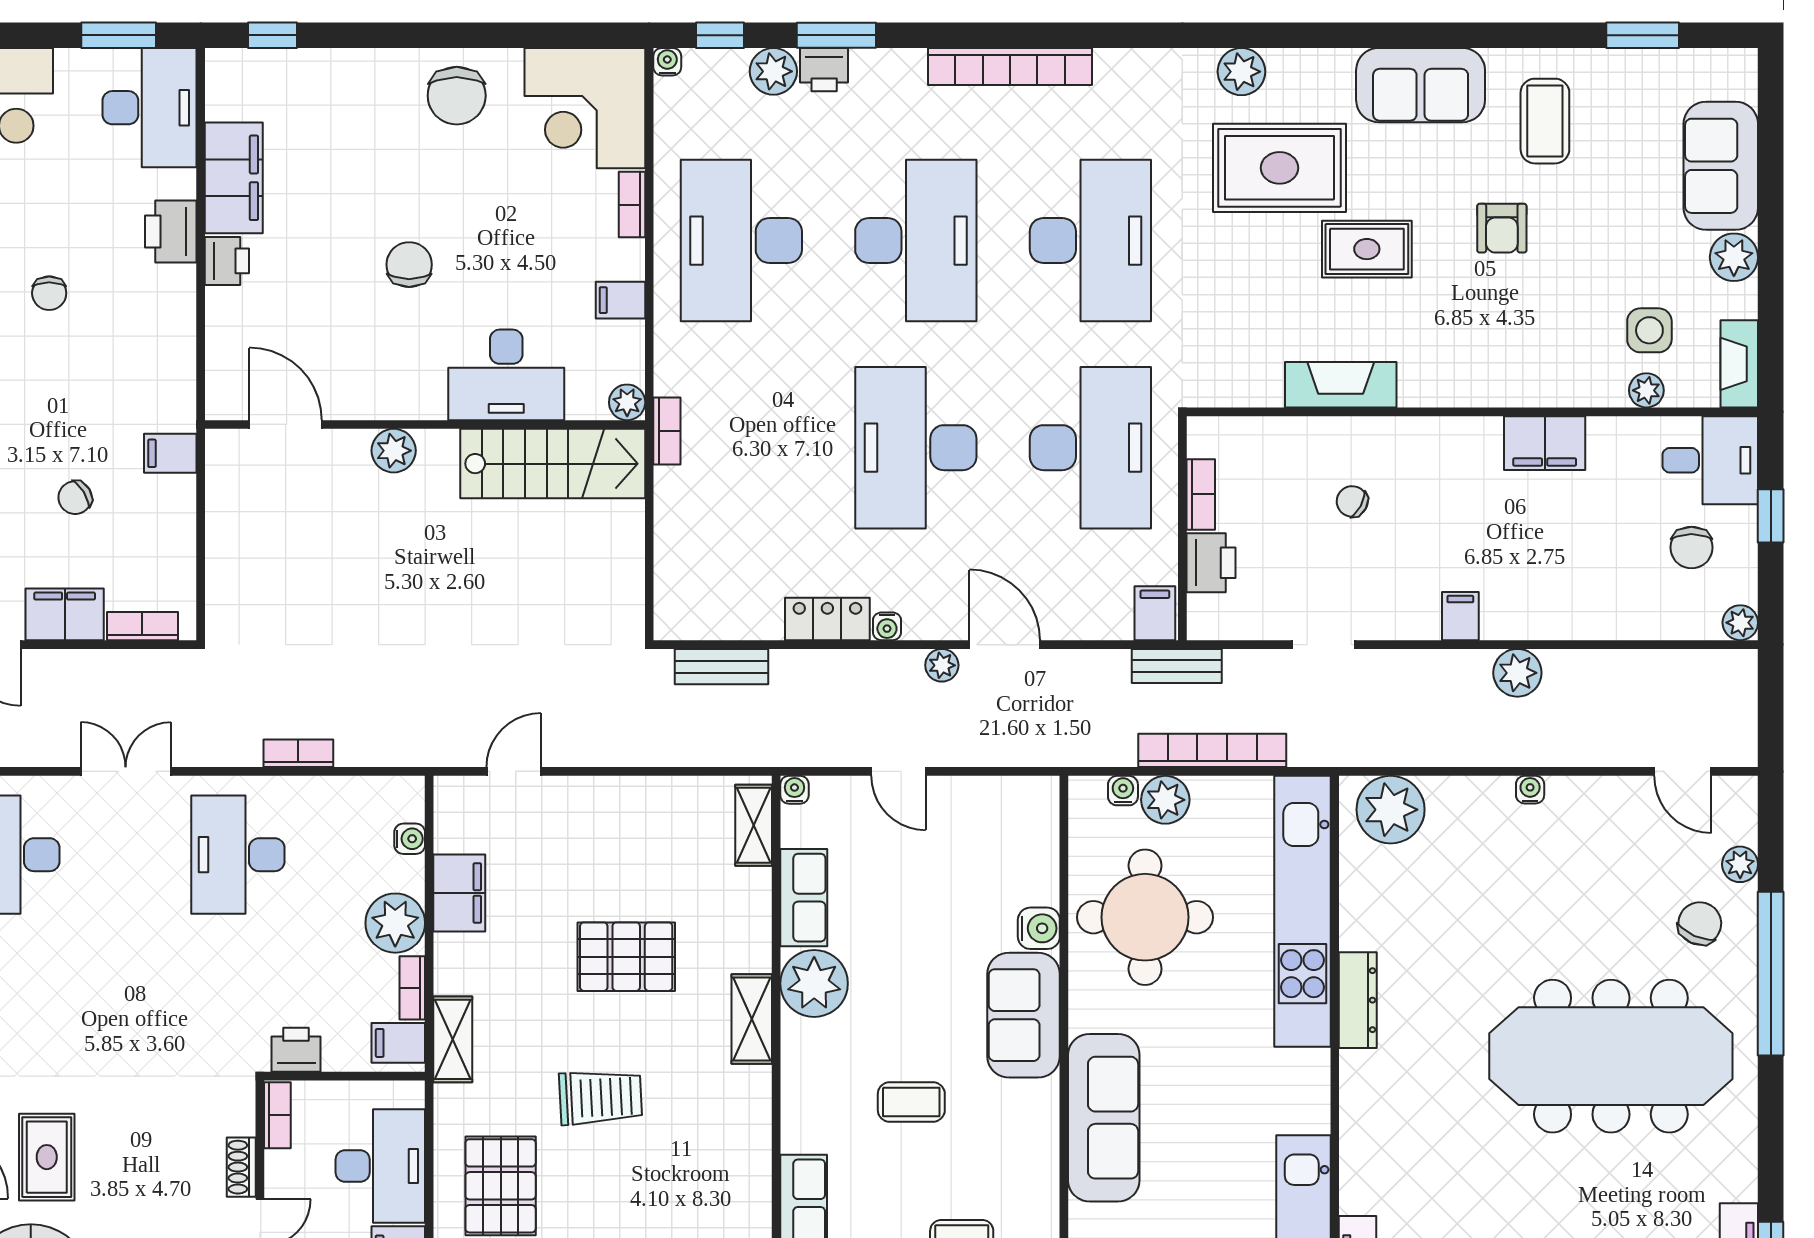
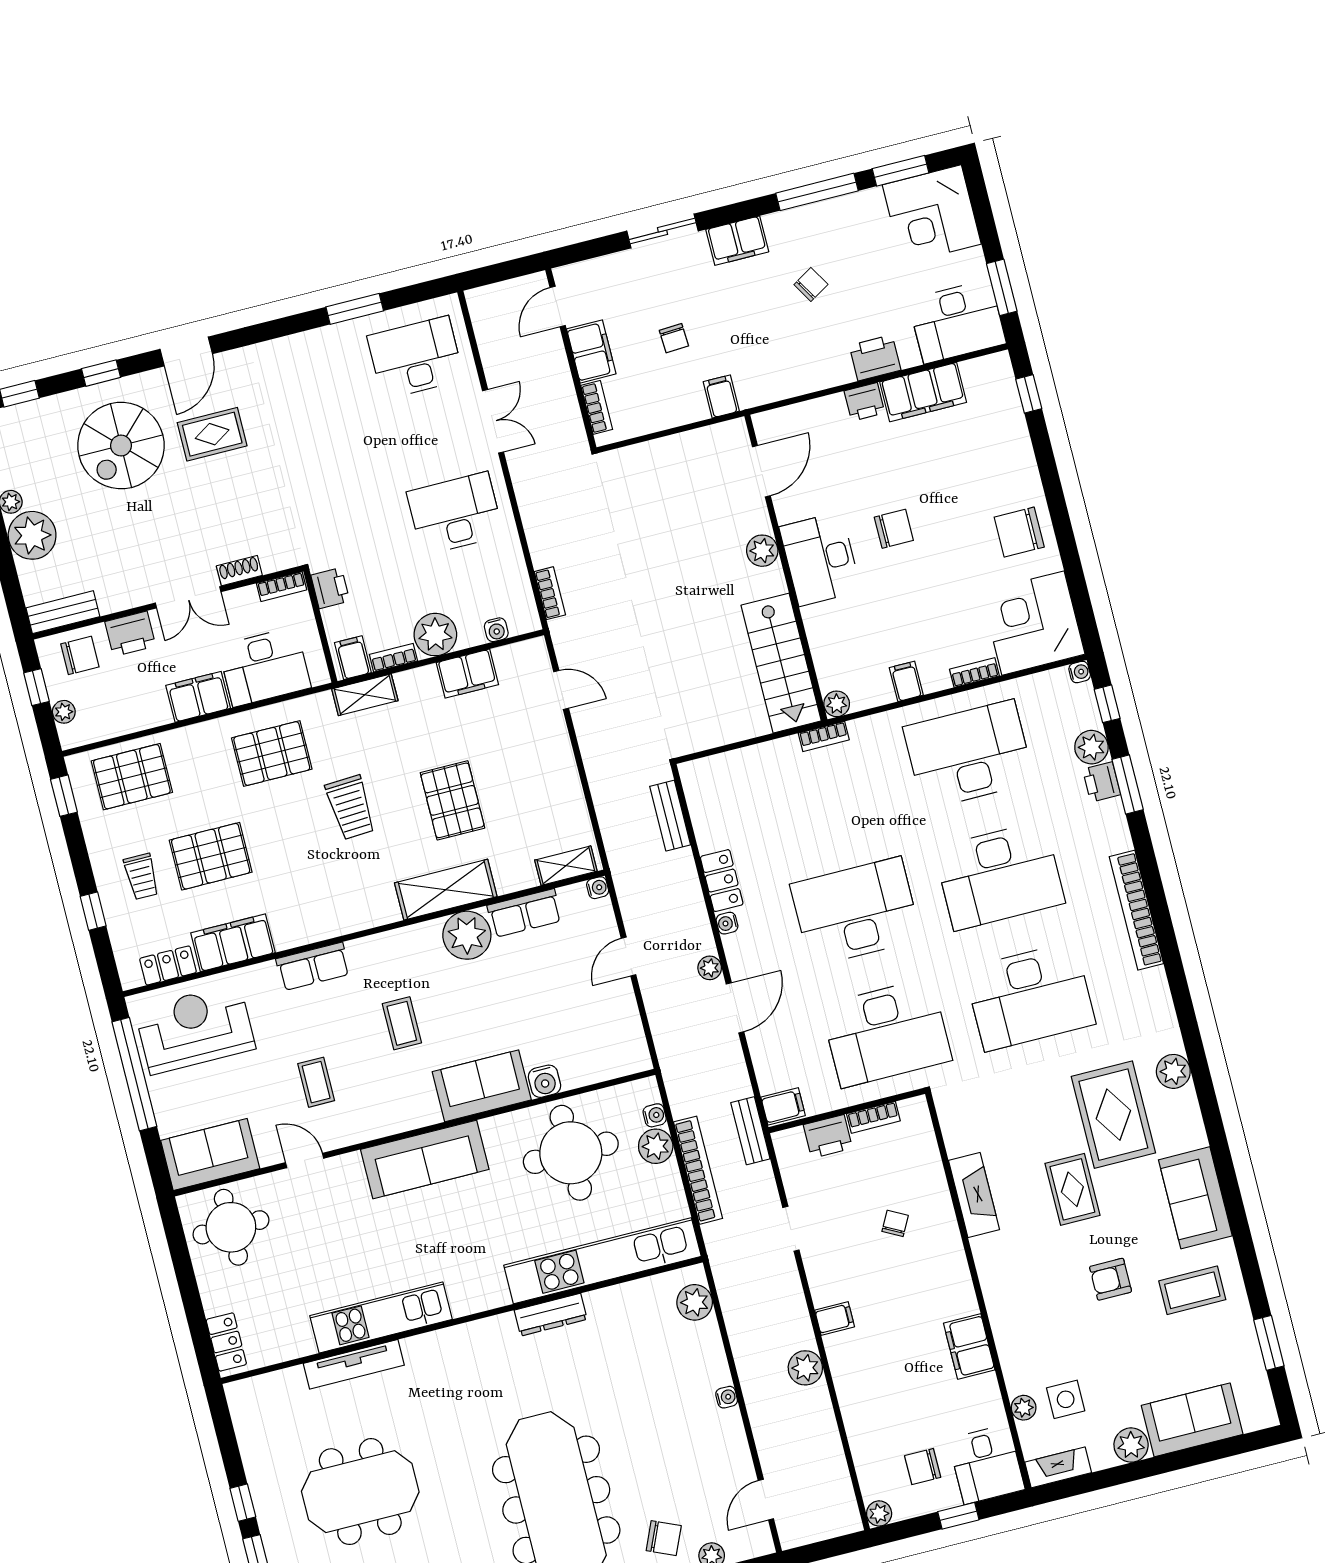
chair: (49, 293) -> (811, 284), turned 149
desk: (506, 375) -> (820, 559), moved
chair: (75, 498) -> (674, 338), turned -151
bookcase: (298, 753) -> (550, 593), moved
plant: (1391, 810) -> (695, 1302), width x0.73, depth x0.73
shelving: (752, 1019) -> (446, 890), width x1.50, depth x1.33

